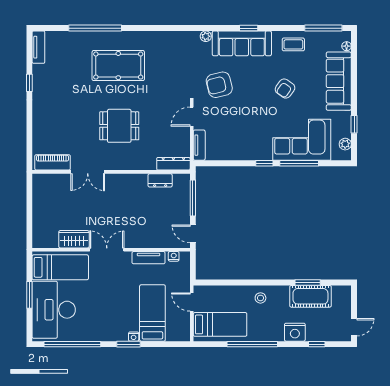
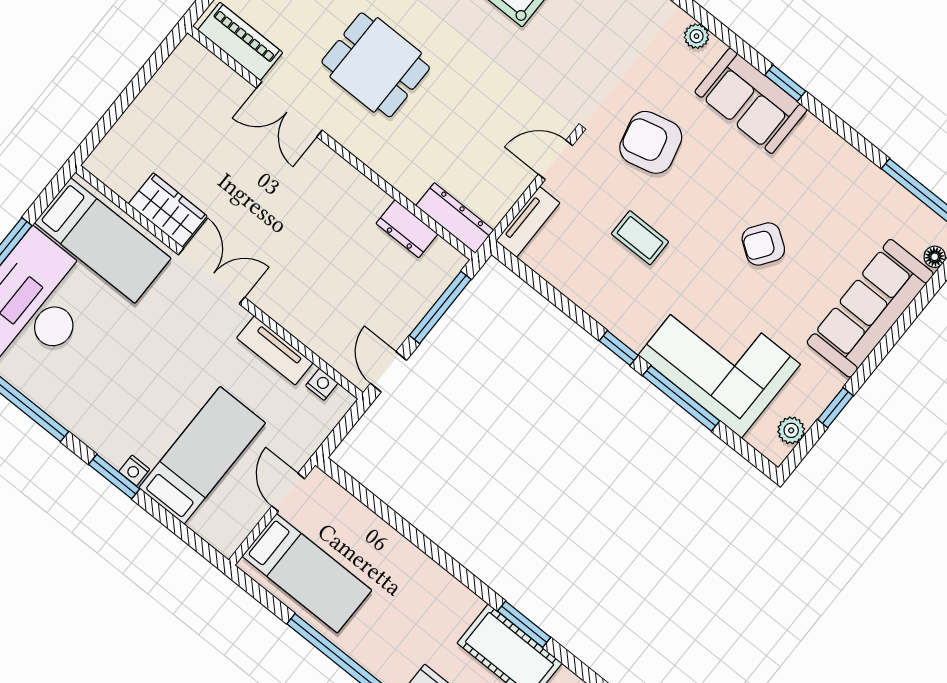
sofa: (242, 43) -> (751, 101), width x0.73
coffee table: (293, 44) -> (640, 238), moved
dining table: (119, 126) -> (376, 65), moved
stool: (260, 298) -> (417, 584), removed

